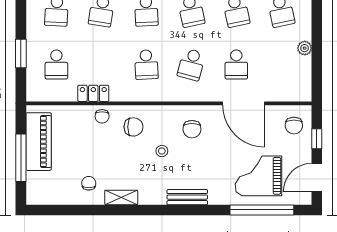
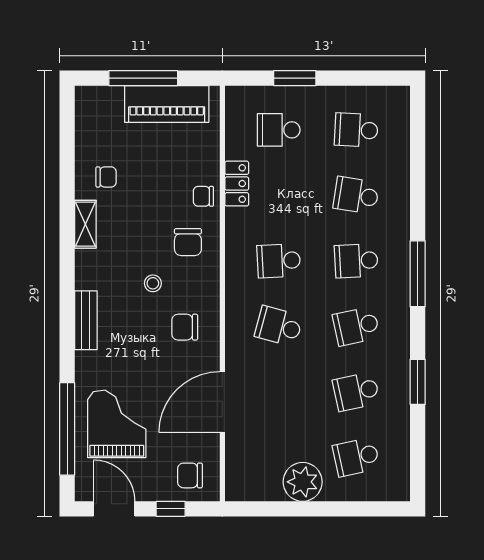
plant: (305, 48) -> (303, 482), width x1.87, depth x1.87
school desk: (236, 65) -> (279, 392), removed

